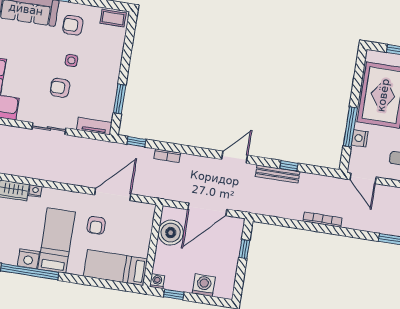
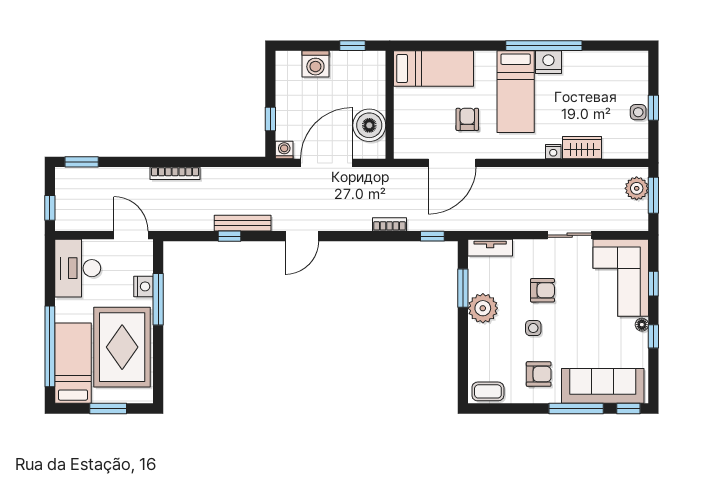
plant: (107, 81) -> (483, 308), added
sliding door: (49, 129) -> (570, 235), moved
washing machine: (157, 281) -> (284, 150), moved, turned 180

